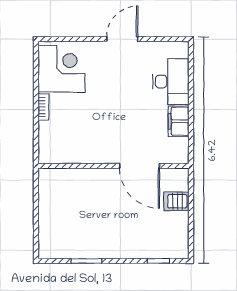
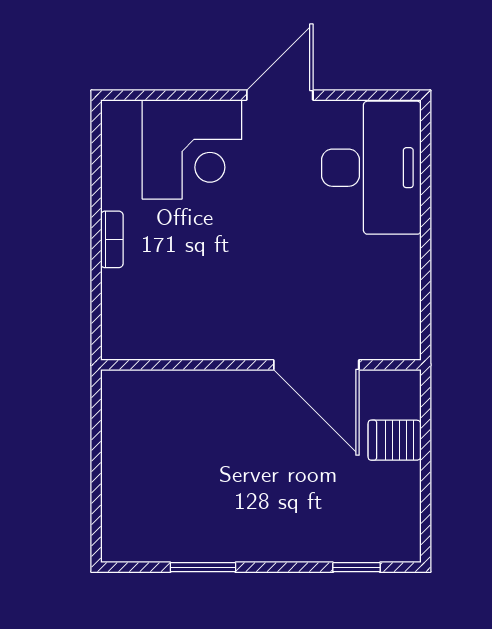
corner desk: (61, 69) -> (192, 149), moved, turned 90
desk: (171, 82) -> (371, 168), width x1.36, depth x1.30
filing cabinet: (179, 121) -> (399, 270), removed

